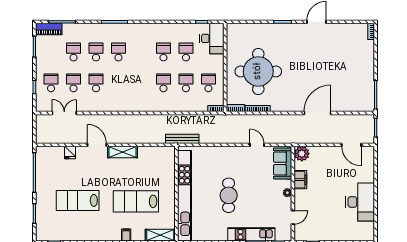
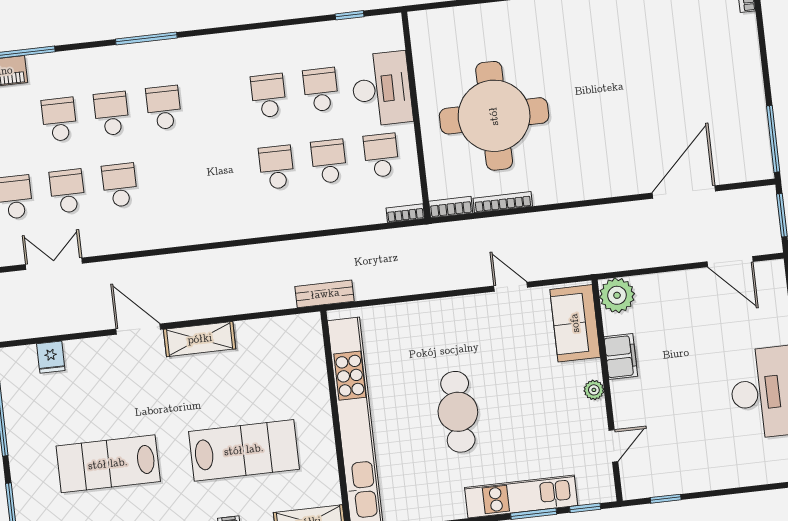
desk: (212, 38) -> (382, 89), moved
door: (317, 113) -> (684, 192), moved
bench: (182, 139) -> (325, 294), width x0.73
fridge: (70, 152) -> (51, 357), moved
lab bench: (136, 201) -> (244, 450), turned 180

